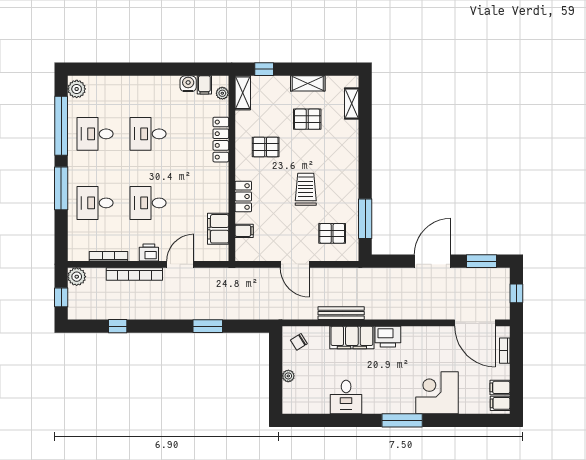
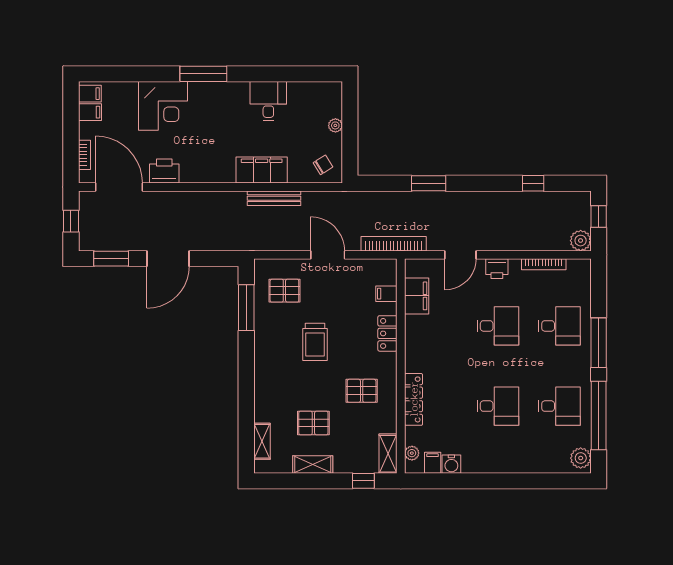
bookcase: (134, 274) -> (394, 244), moved
printer: (388, 337) -> (164, 171), moved

